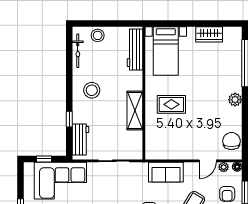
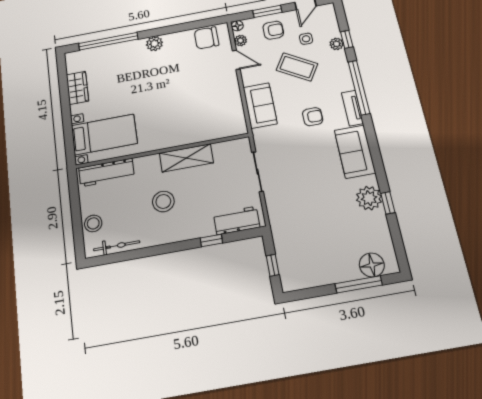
stool: (92, 90) -> (163, 201), moved
rug: (171, 104) -> (172, 115), removed
corner sofa: (60, 181) -> (298, 237), removed

